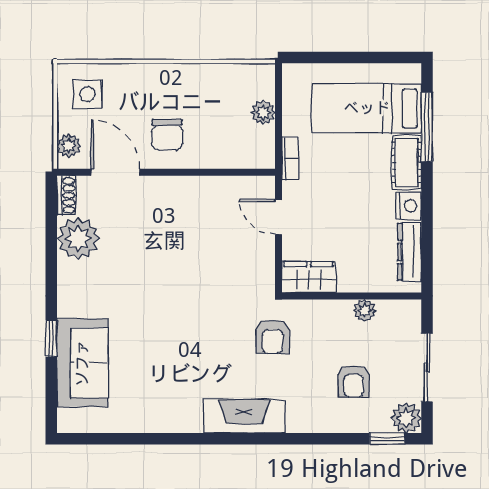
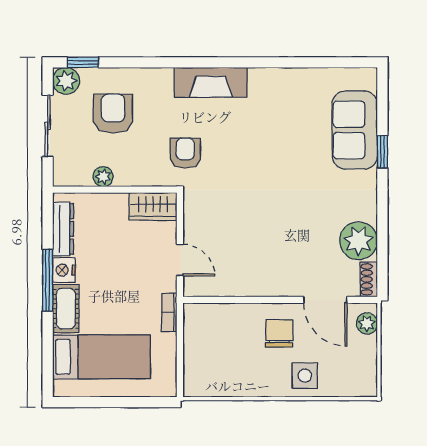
side table: (87, 94) -> (305, 376), moved
plant: (263, 113) -> (194, 353), removed
window: (427, 127) -> (48, 280), moved
armchair: (354, 381) -> (113, 114), width x1.38, depth x1.38

